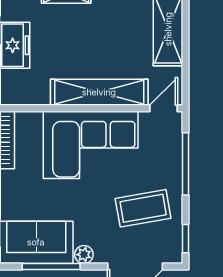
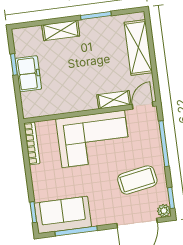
shelving: (99, 92) -> (114, 100), width x0.45, depth x0.75
plant: (84, 255) -> (164, 211), moved

